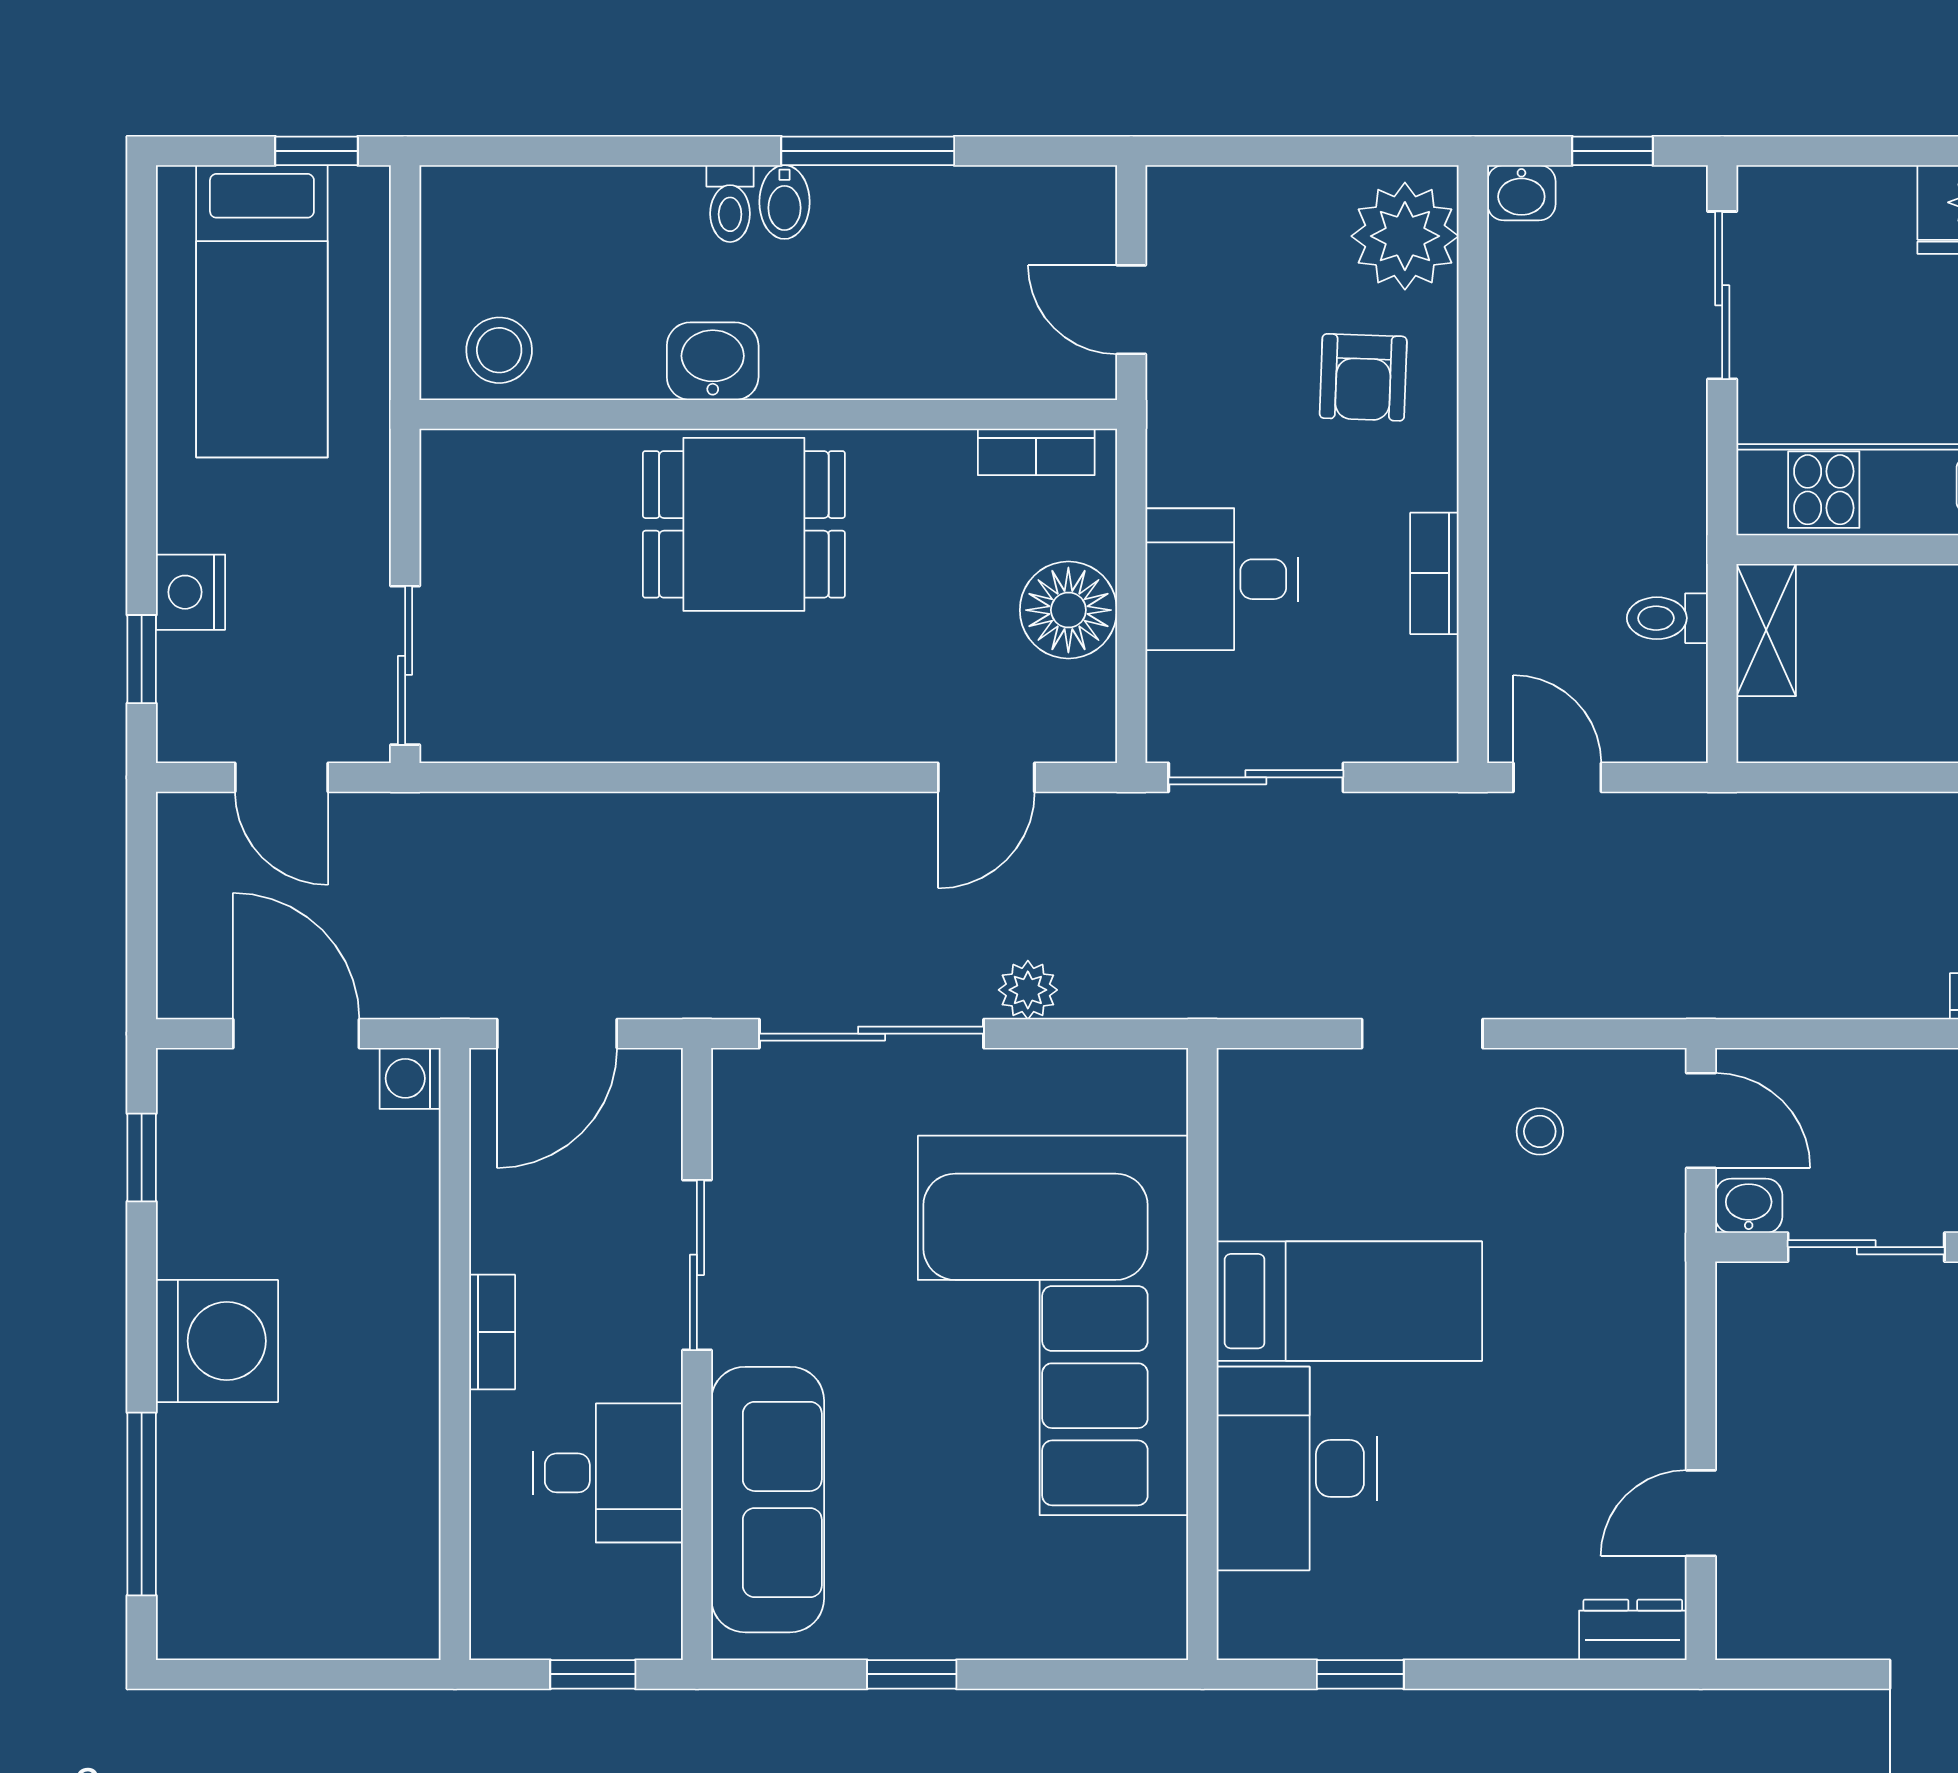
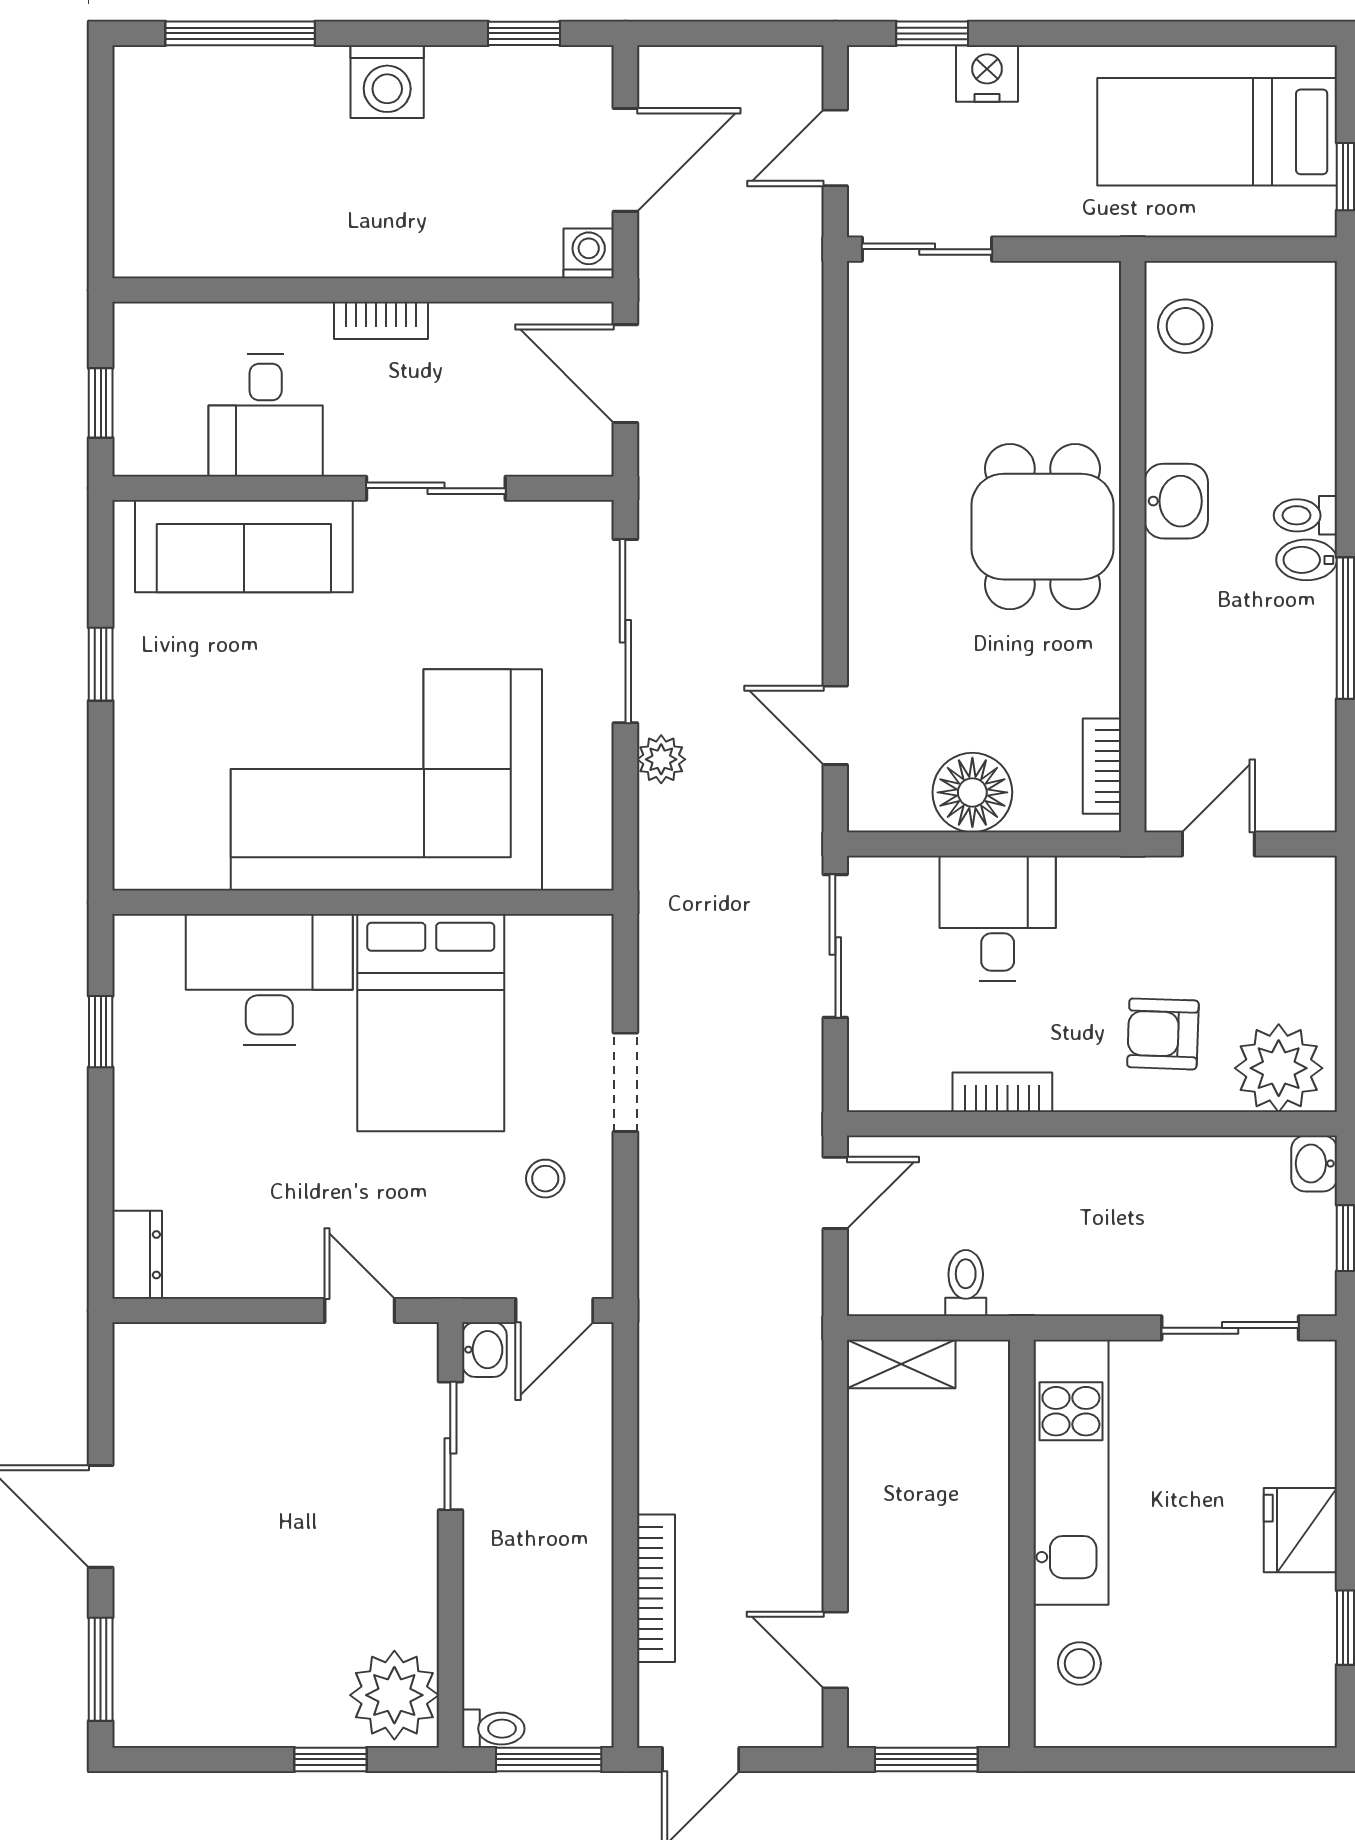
shelving: (1766, 630) -> (901, 1364), moved
bed: (1349, 1301) -> (431, 1023), width x1.50
washing machine: (217, 1341) -> (387, 82), width x0.73, depth x0.73
door: (1701, 1513) -> (360, 1310), moved

